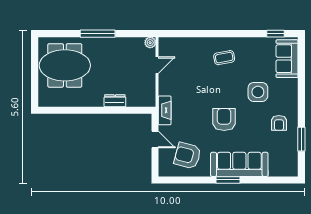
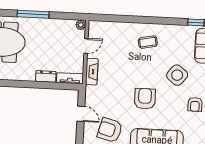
side table: (258, 92) -> (177, 75), turned 38
tv unit: (141, 101) -> (70, 78), added
fireplace: (165, 110) -> (92, 72), moved

